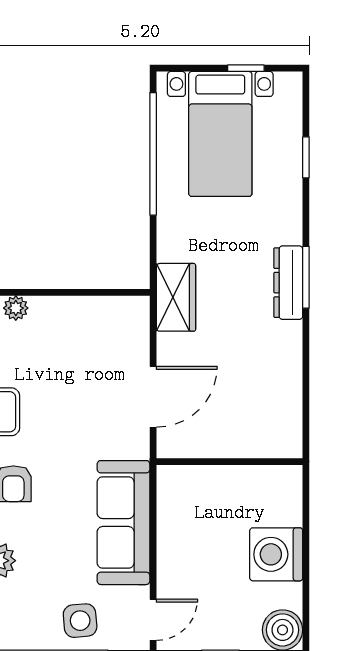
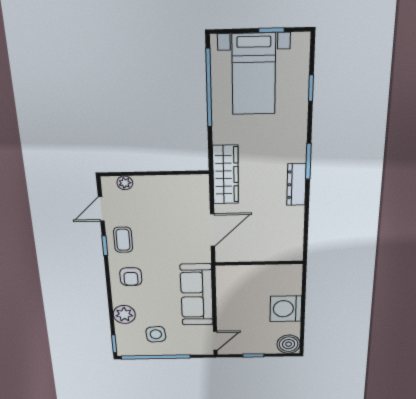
dresser: (288, 283) -> (296, 185), moved
wardrobe: (176, 297) -> (226, 175), width x1.50
side table: (80, 621) -> (156, 334), moved

